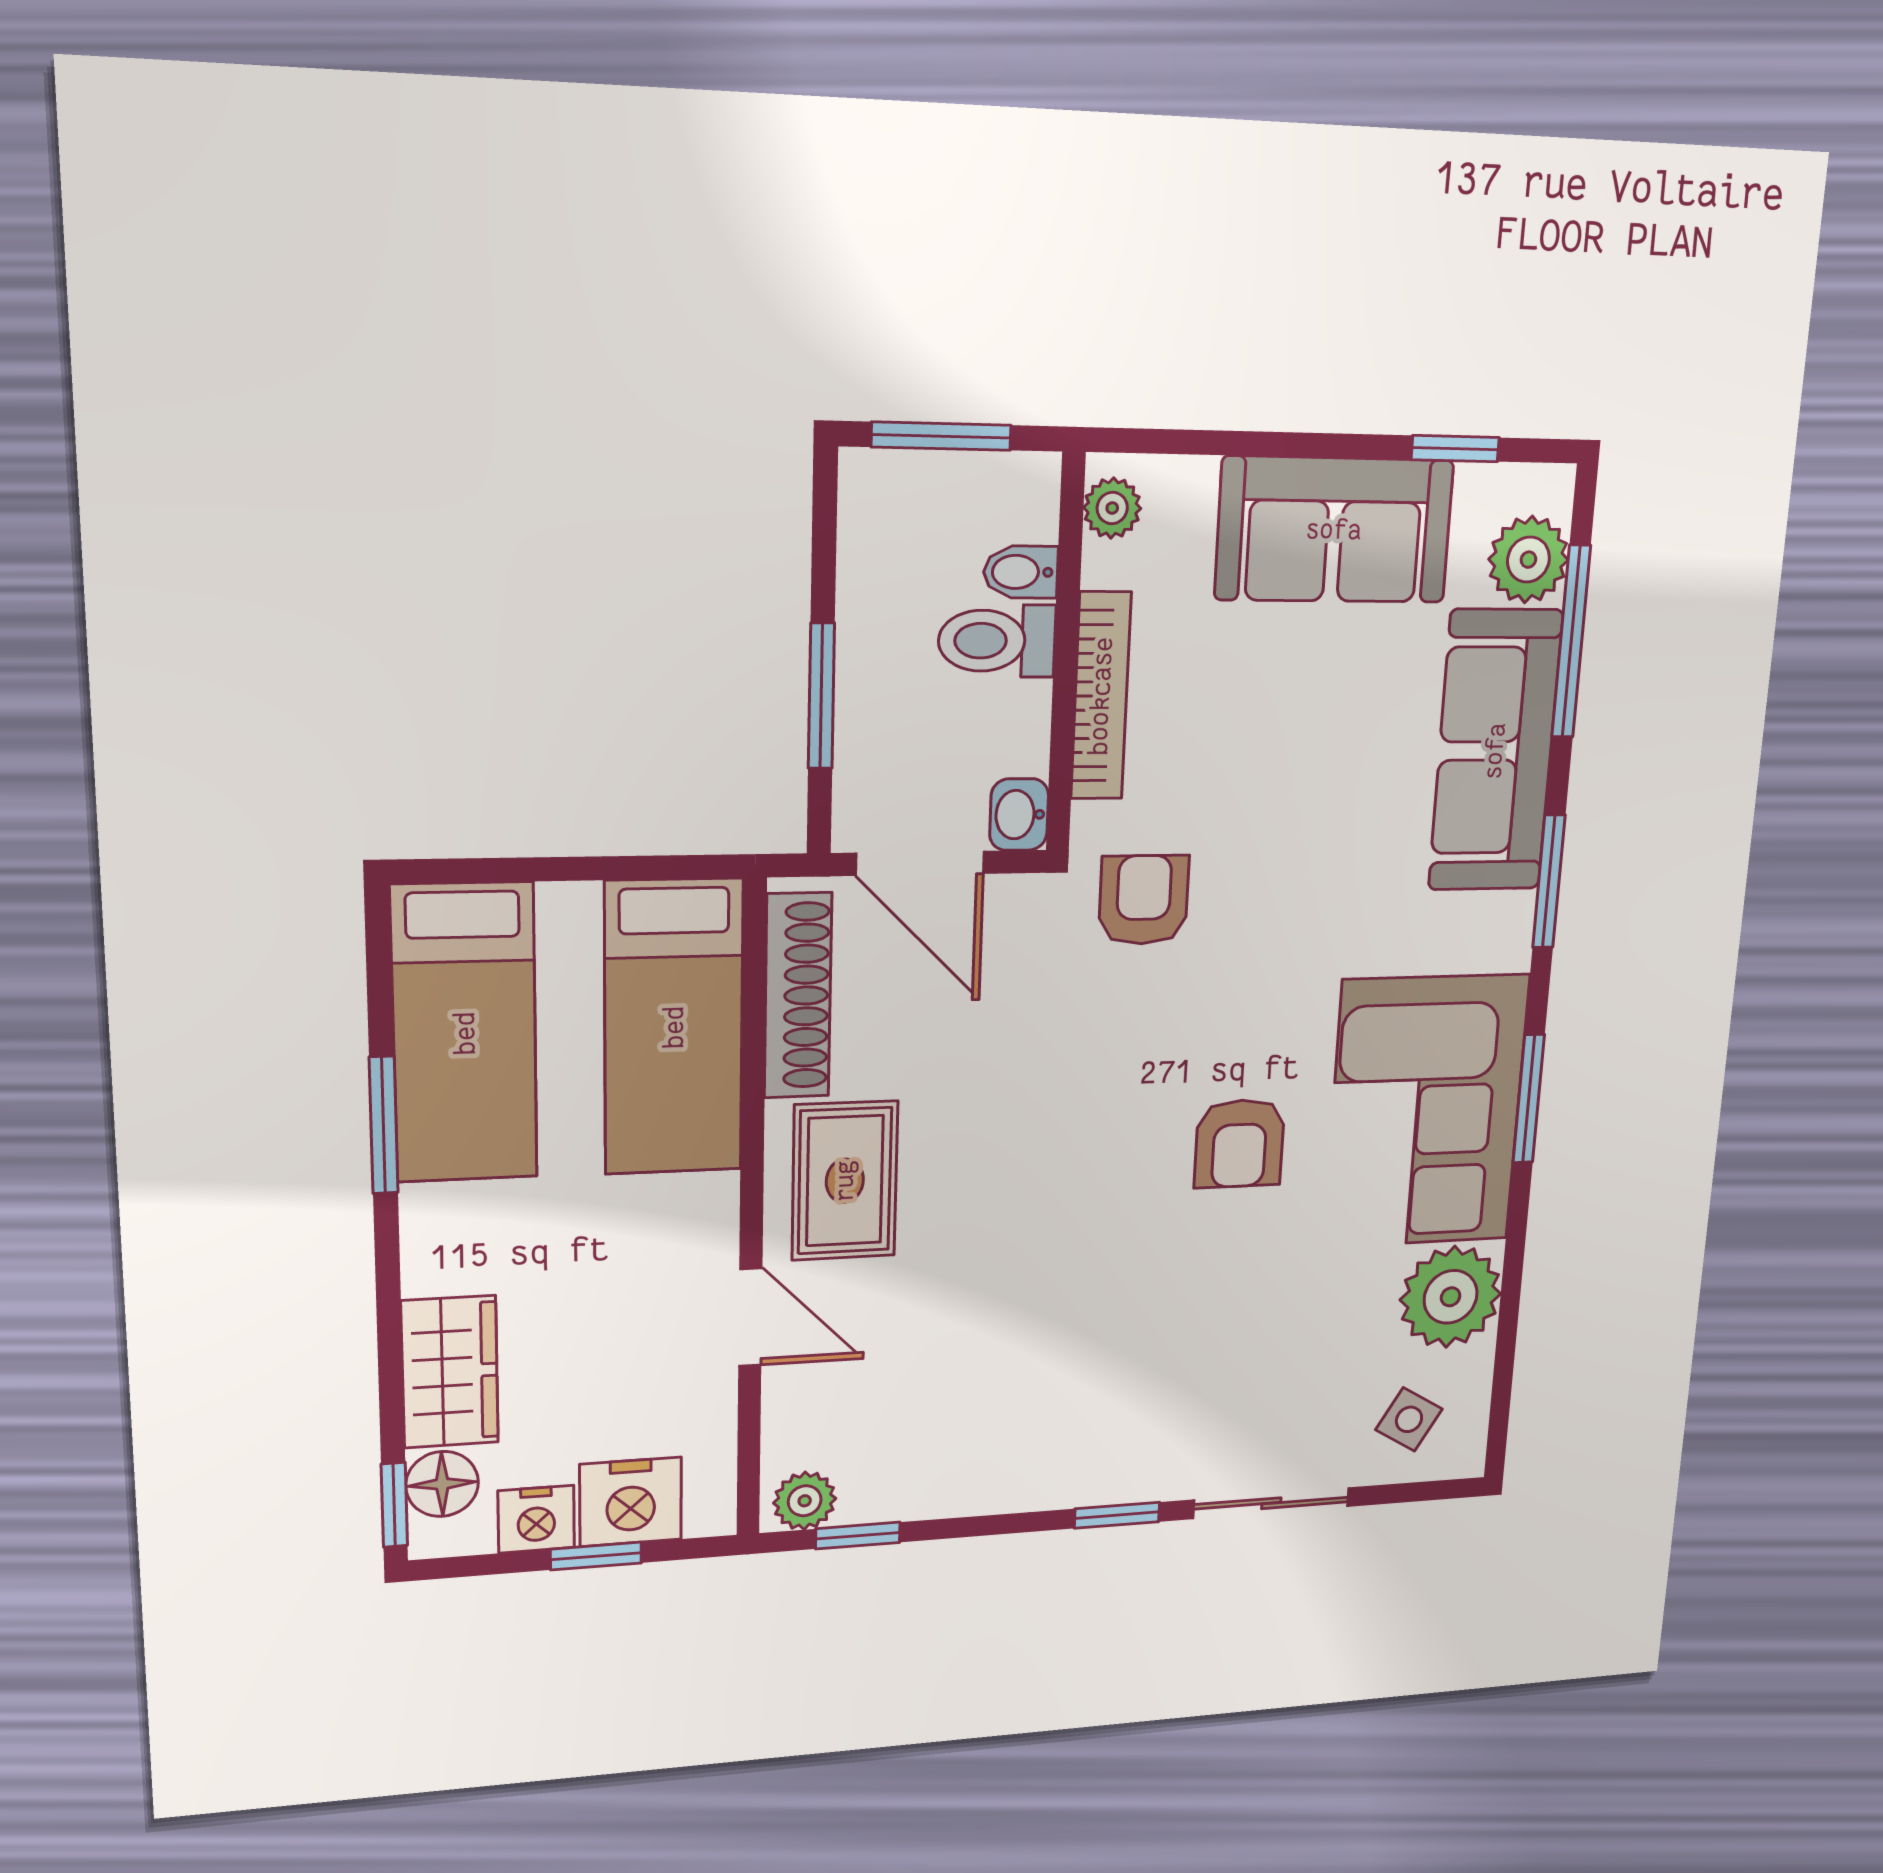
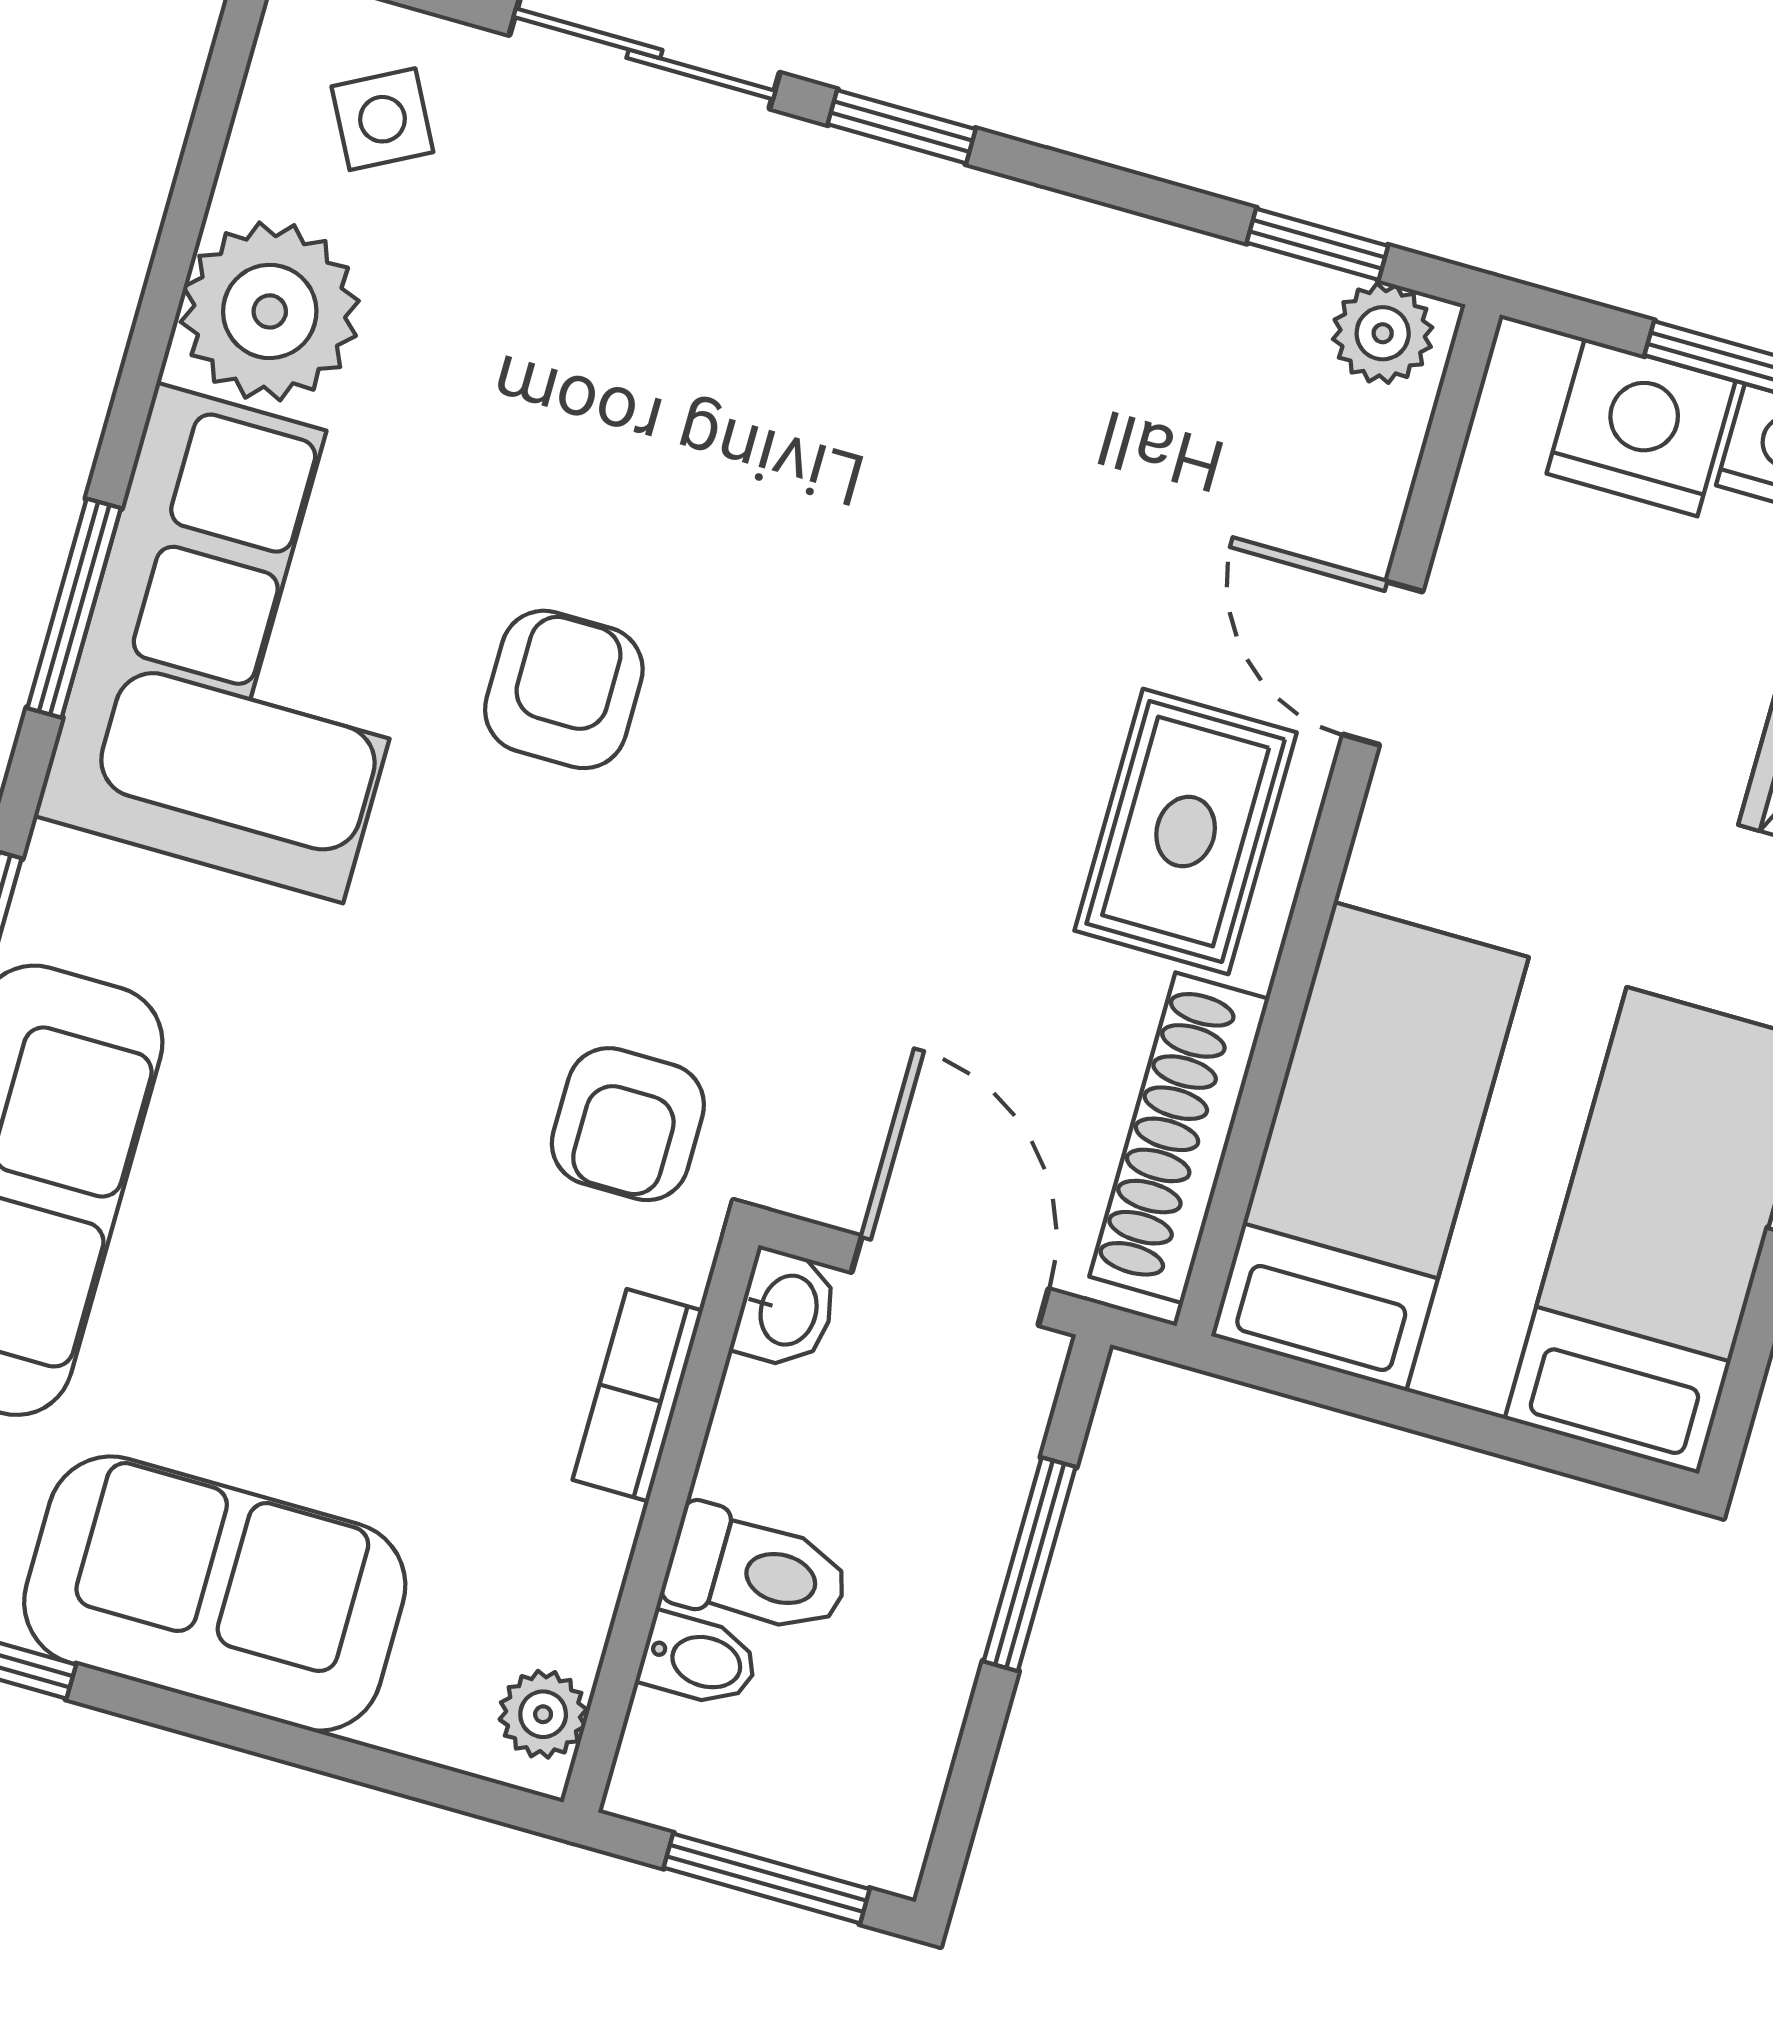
bookcase: (1101, 696) -> (638, 1395), width x0.64
side table: (1409, 1419) -> (382, 119), turned 31

